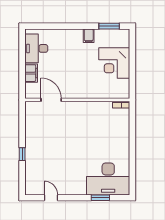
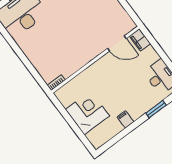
window: (109, 26) -> (156, 109), moved
filing cabinet: (31, 73) -> (140, 40), moved

